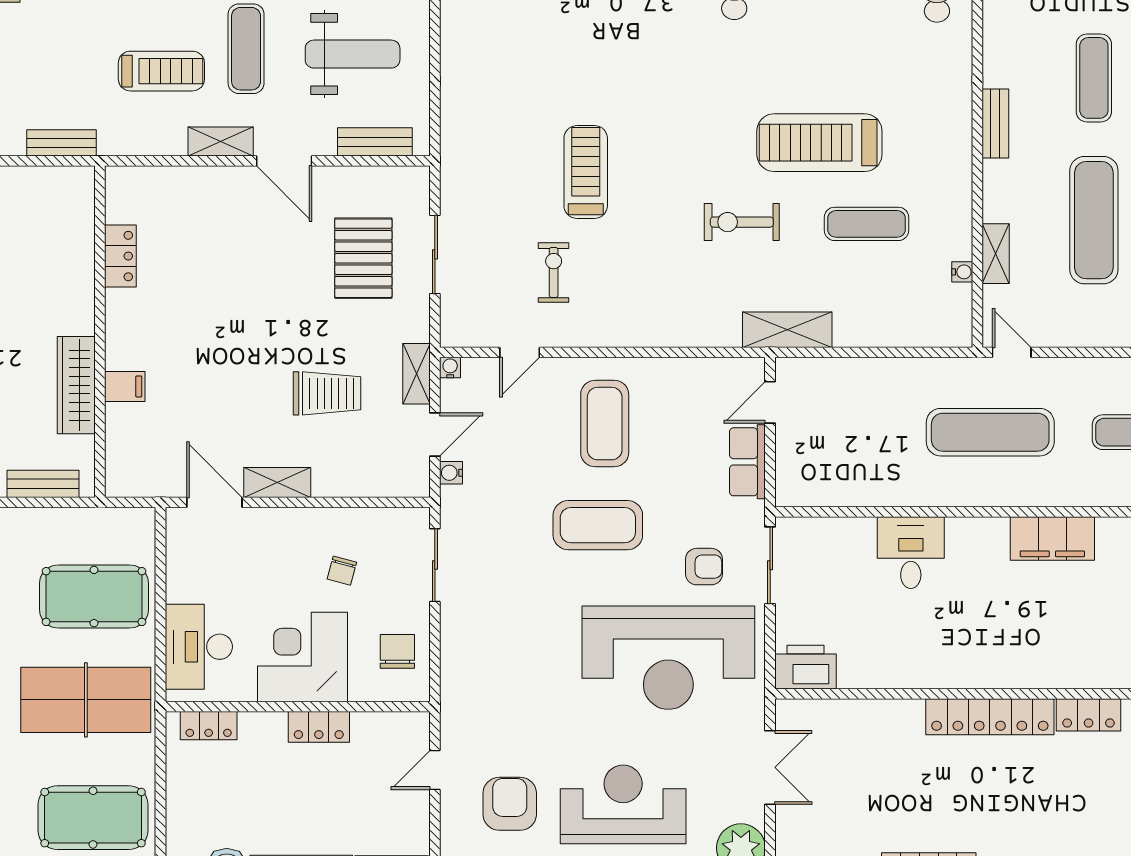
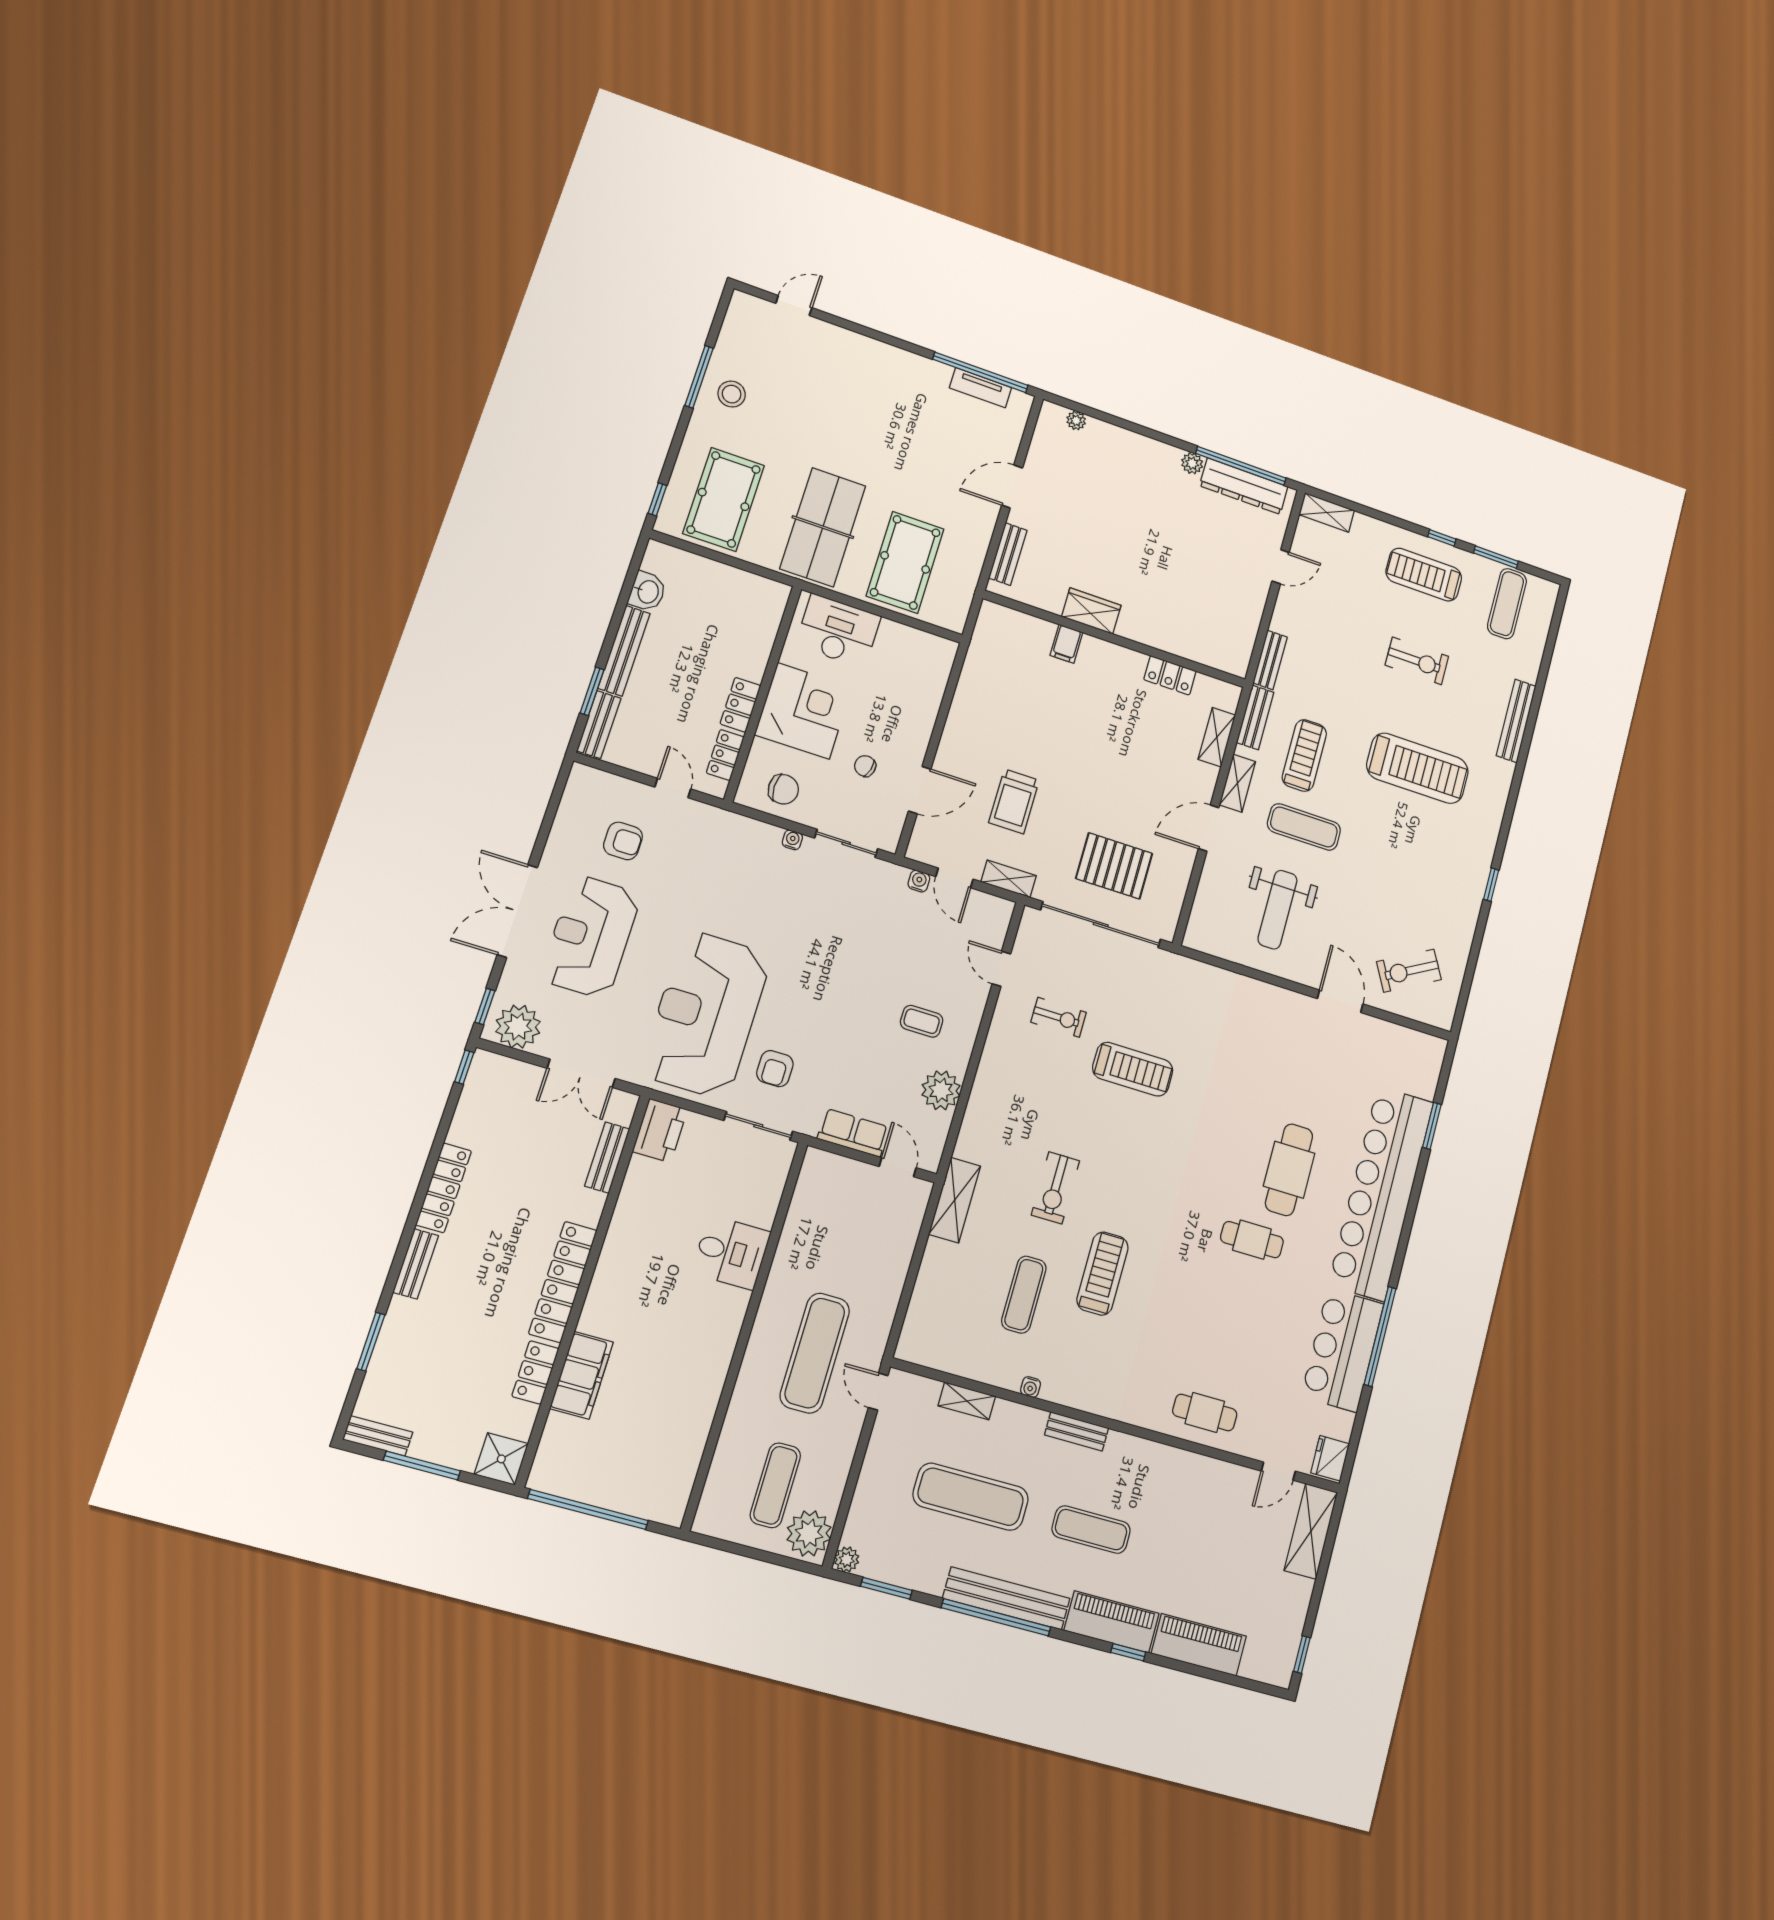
treadmill: (161, 71) -> (1304, 755), turned 180
bench: (375, 142) -> (1255, 717), moved
treadmill: (819, 143) -> (1103, 1274), width x0.73, depth x0.73
exercise bike: (742, 222) -> (1055, 1188), turned 180
sliding door: (435, 254) -> (1101, 925), width x1.86
water cooler: (962, 272) -> (1031, 1387), moved
door: (1012, 352) -> (878, 1392), swing flipped
water cooler: (450, 368) -> (792, 840), moved, turned -90
plant: (673, 380) -> (941, 1090), added
wardrobe: (76, 385) -> (1091, 611), width x0.67
coffee table: (605, 424) -> (922, 1021), width x0.54, depth x0.58
shelving: (277, 483) -> (1217, 737), moved
door: (214, 502) -> (920, 790), moved
coffee table: (598, 525) -> (838, 989), removed
filing cabinet: (1052, 539) -> (582, 1375), moved, turned 180
bench: (850, 713) -> (607, 1158), added
locker: (209, 726) -> (725, 755), moved
armchair: (510, 804) -> (623, 841), width x0.72, depth x0.72
reception desk: (623, 804) -> (591, 937), turned 180

